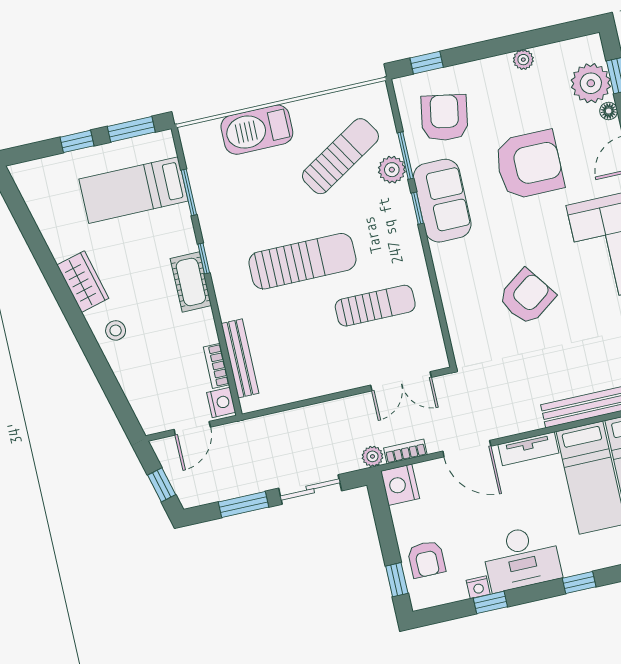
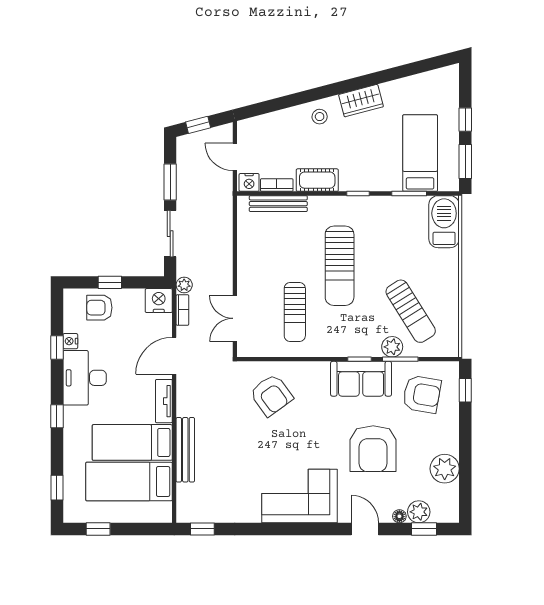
plant: (523, 60) -> (445, 469), width x1.88, depth x1.88
plant: (591, 83) -> (419, 512), width x0.73, depth x0.73
barbecue: (257, 130) -> (444, 222), moved
cot: (191, 282) -> (317, 180), moved
armchair: (527, 297) -> (271, 395), moved
window: (397, 580) -> (110, 282), moved

